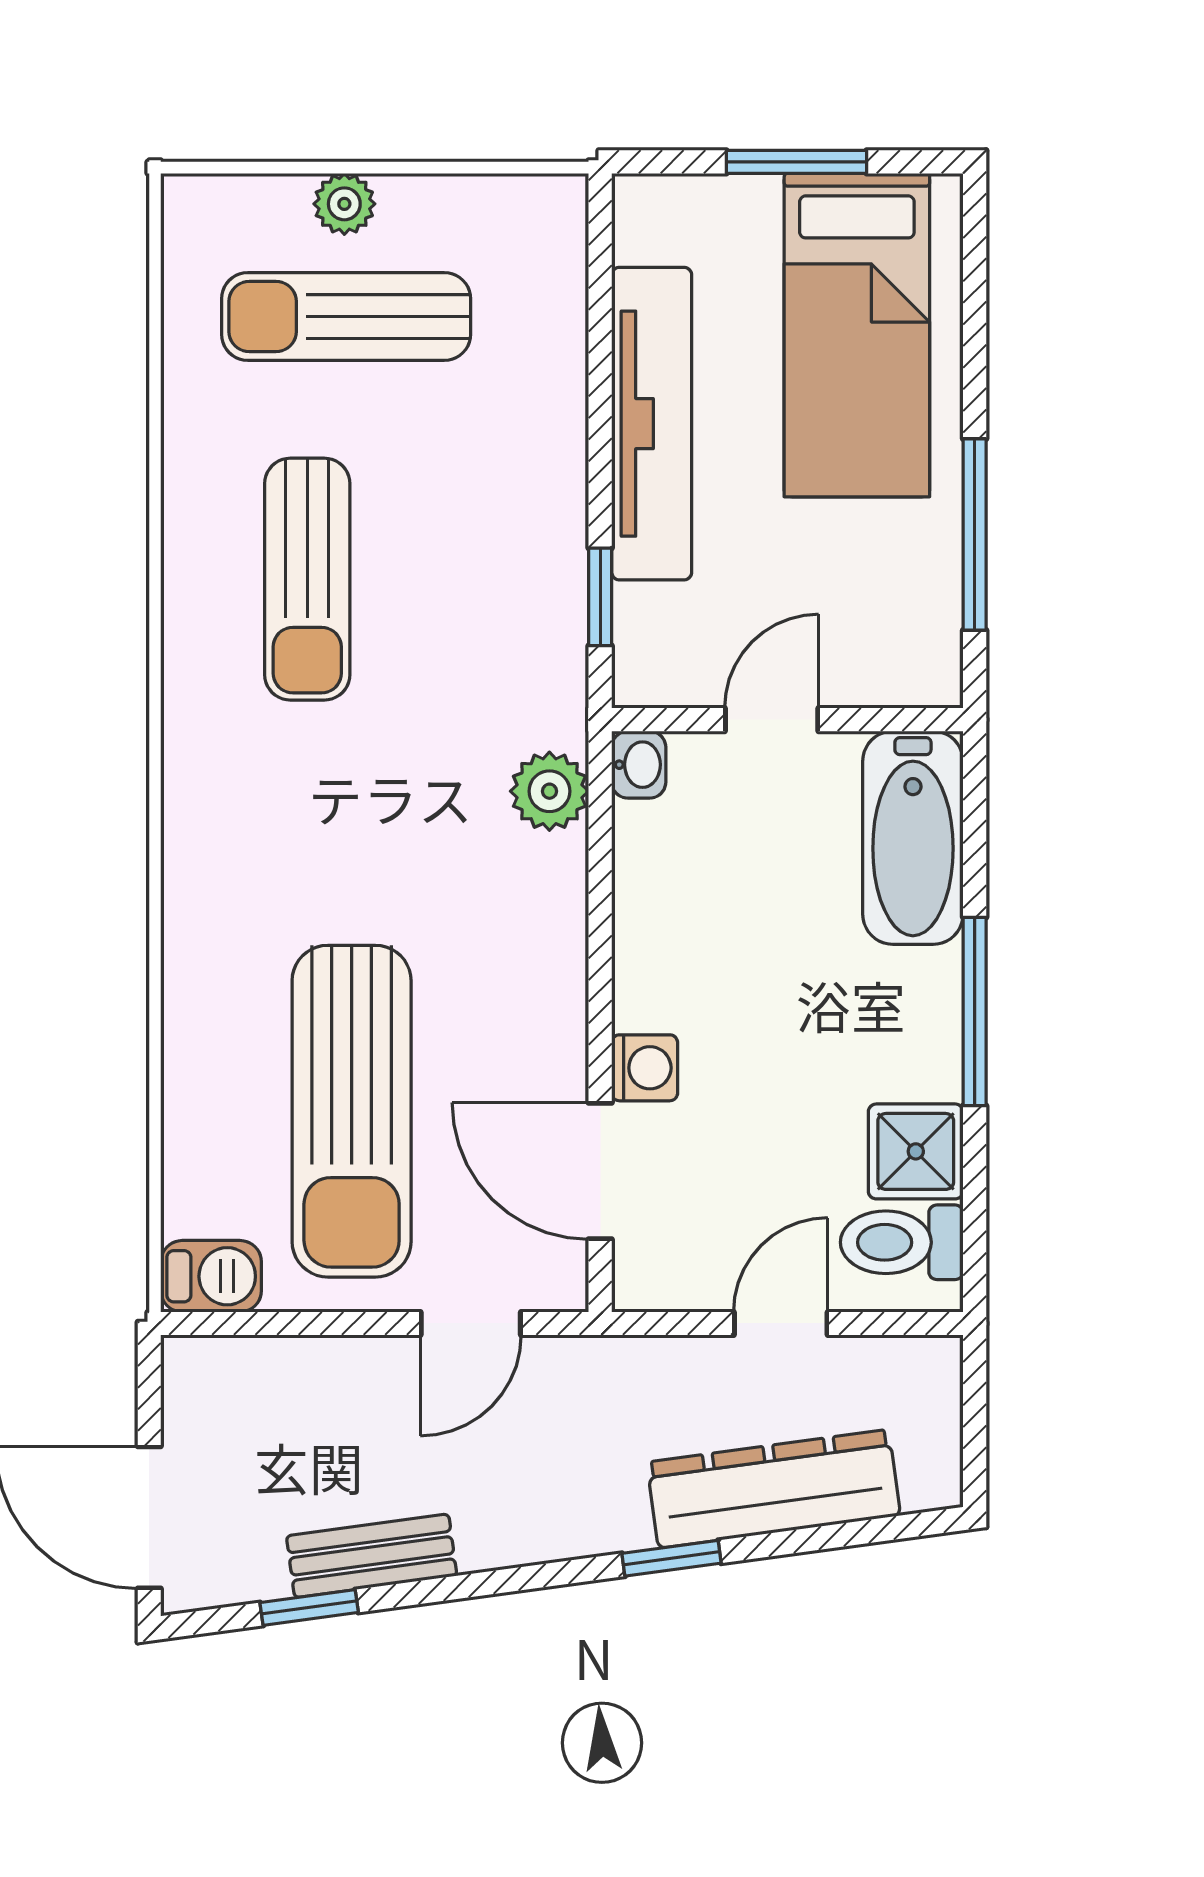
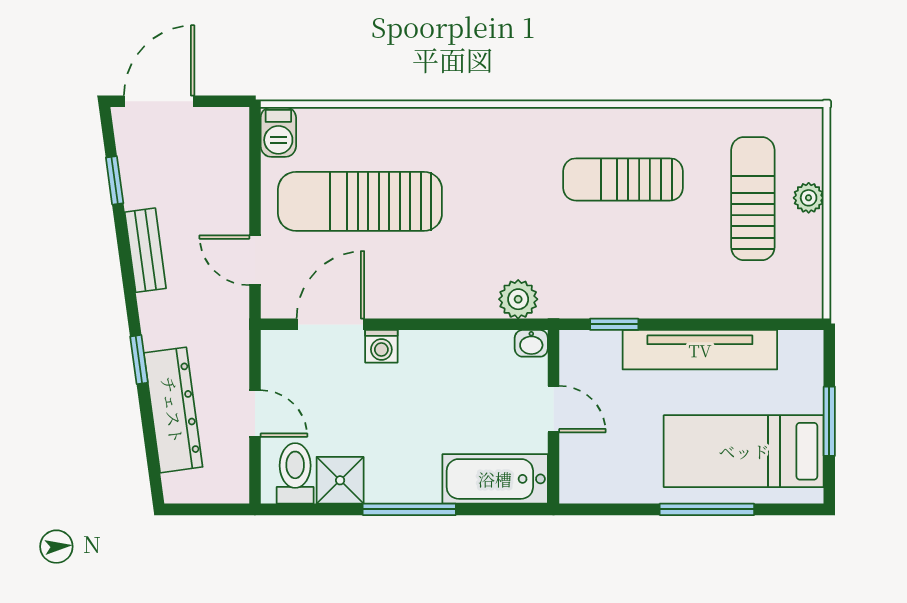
window: (975, 535) -> (707, 509), moved
bench: (372, 1556) -> (145, 250), moved

